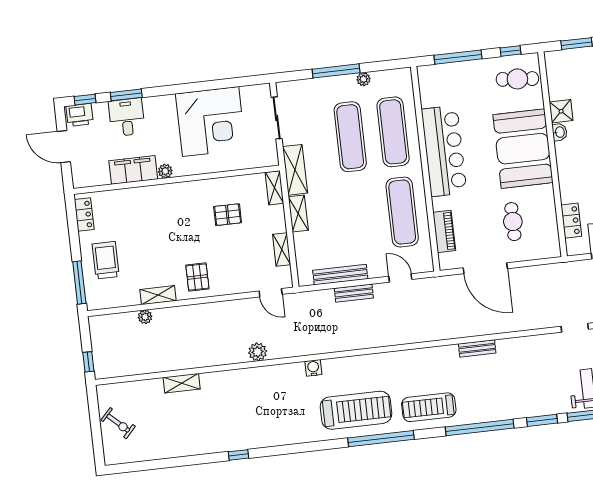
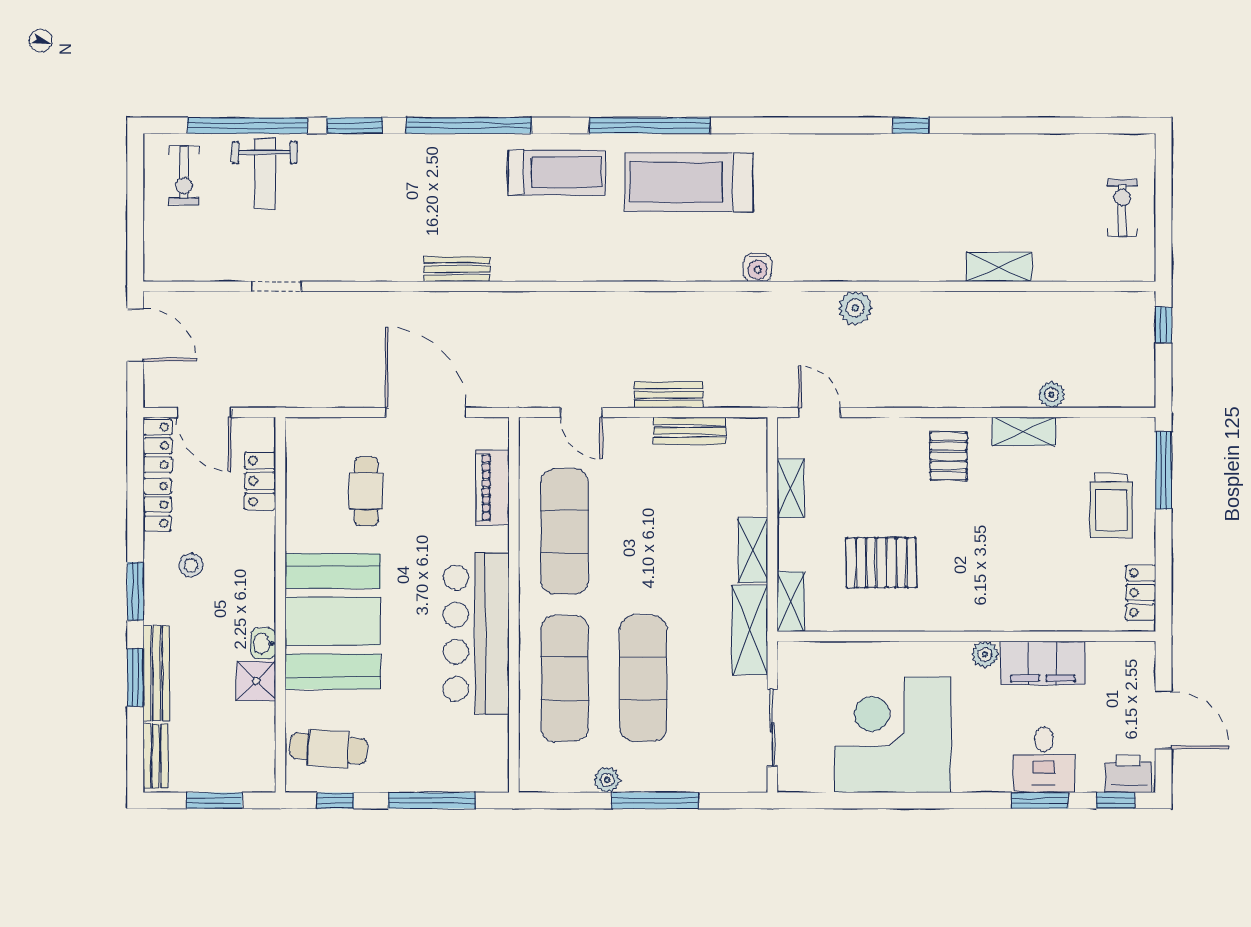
pallet: (228, 215) -> (881, 563), width x1.50, depth x1.42
bench: (340, 275) -> (690, 431), width x0.73
exercise bike: (118, 423) -> (1122, 208), turned 47

